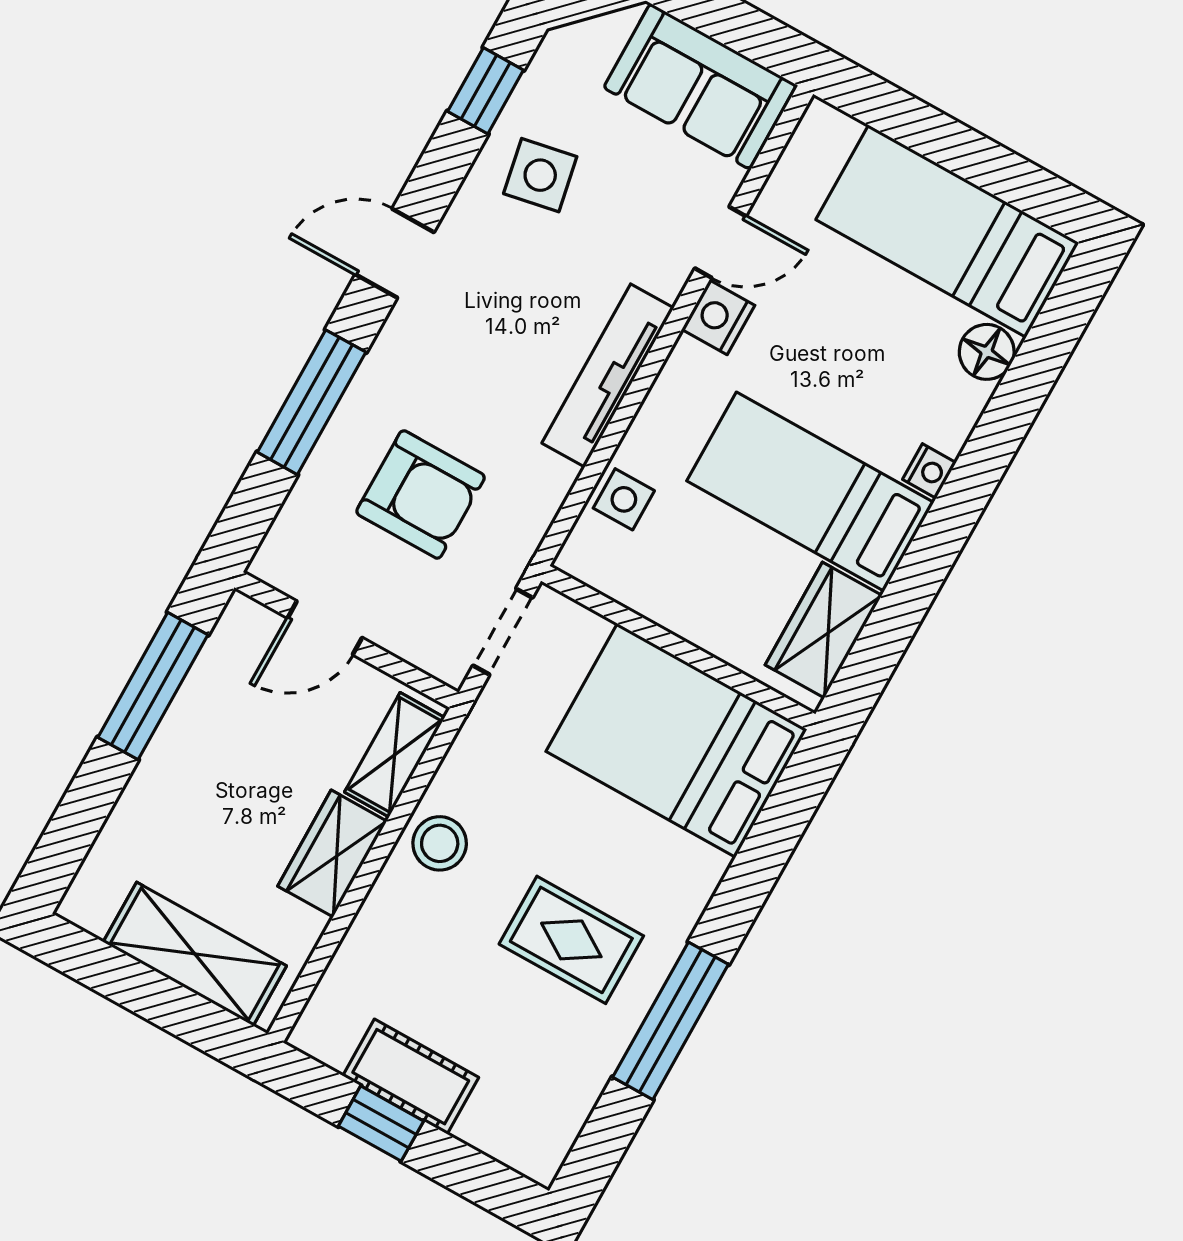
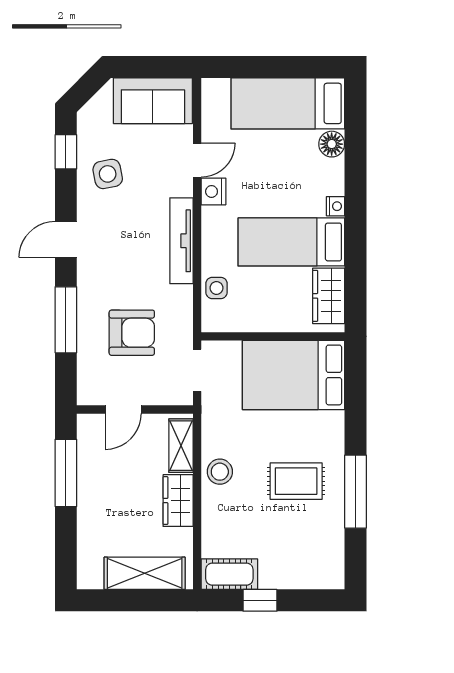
cot: (411, 1077) -> (229, 574), moved

